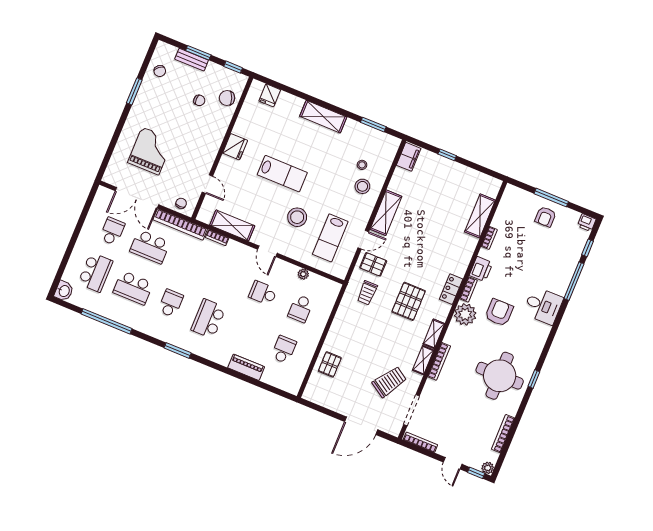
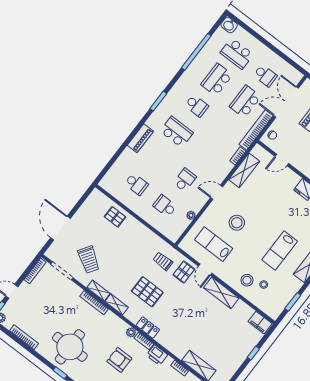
lab bench: (282, 174) -> (280, 251), moved
armchair: (499, 313) -> (119, 360), turned 180
plant: (465, 314) -> (131, 332), width x0.53, depth x0.53
piano: (246, 367) -> (140, 138), moved

